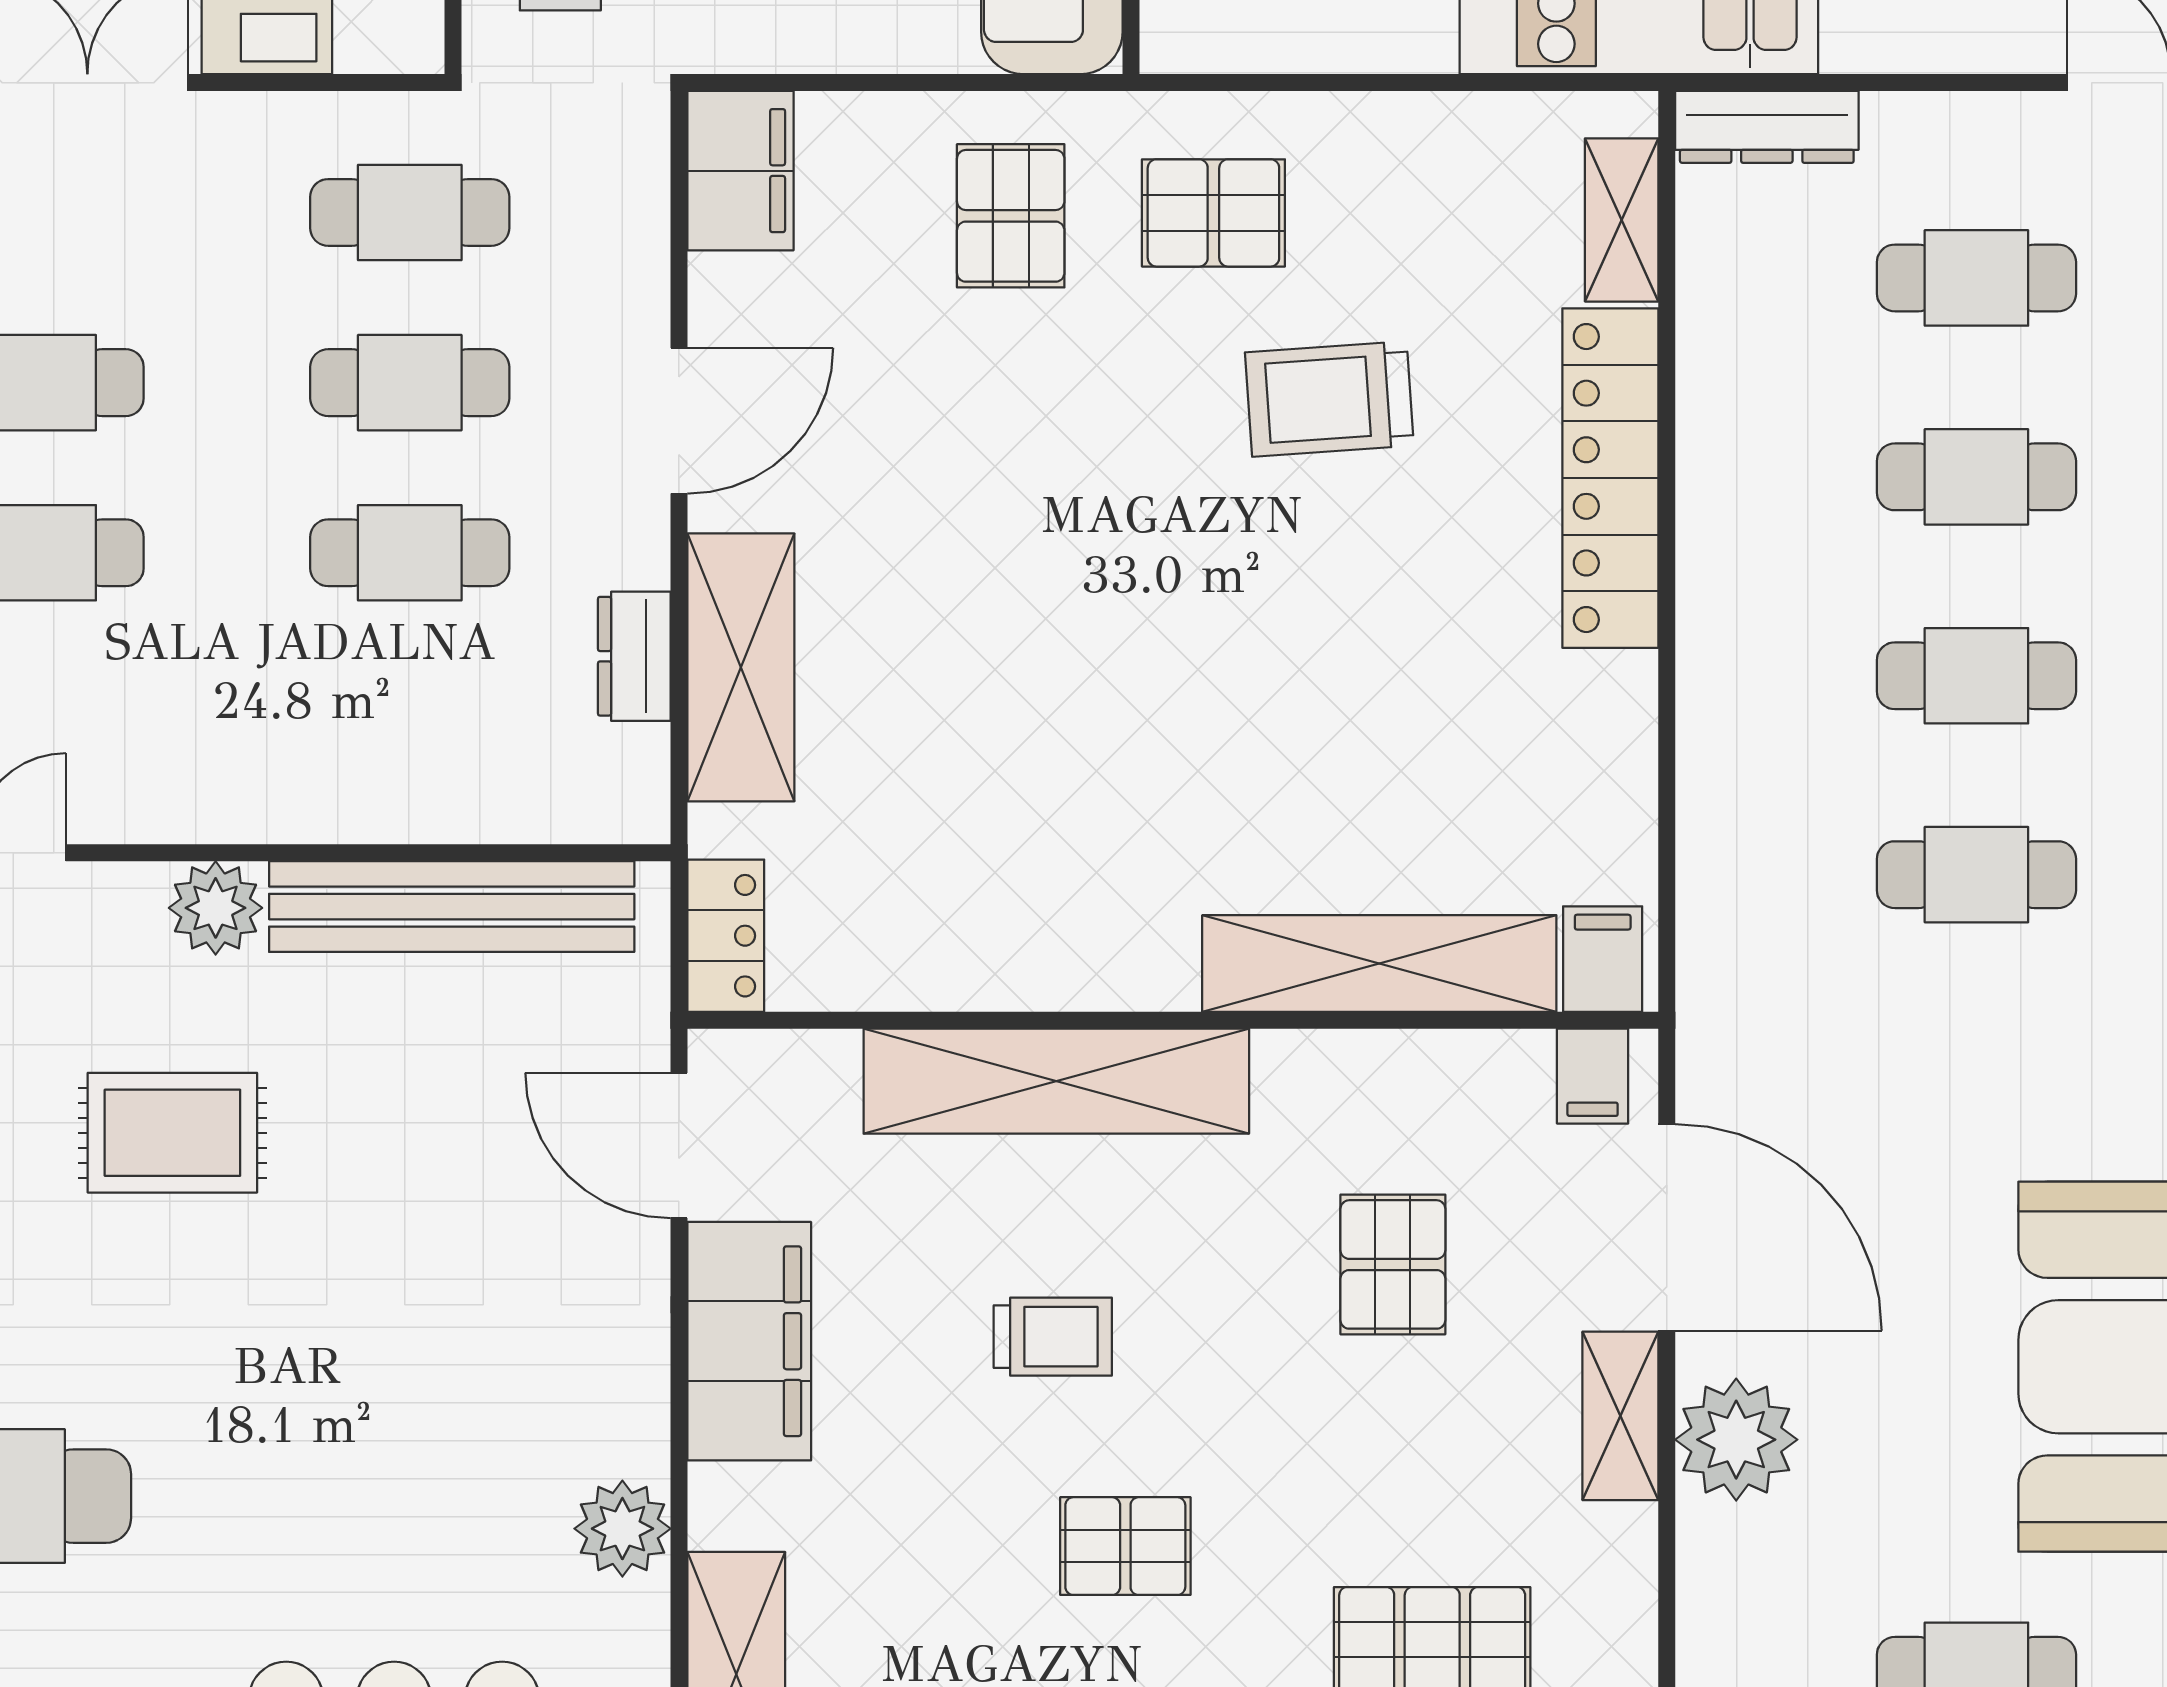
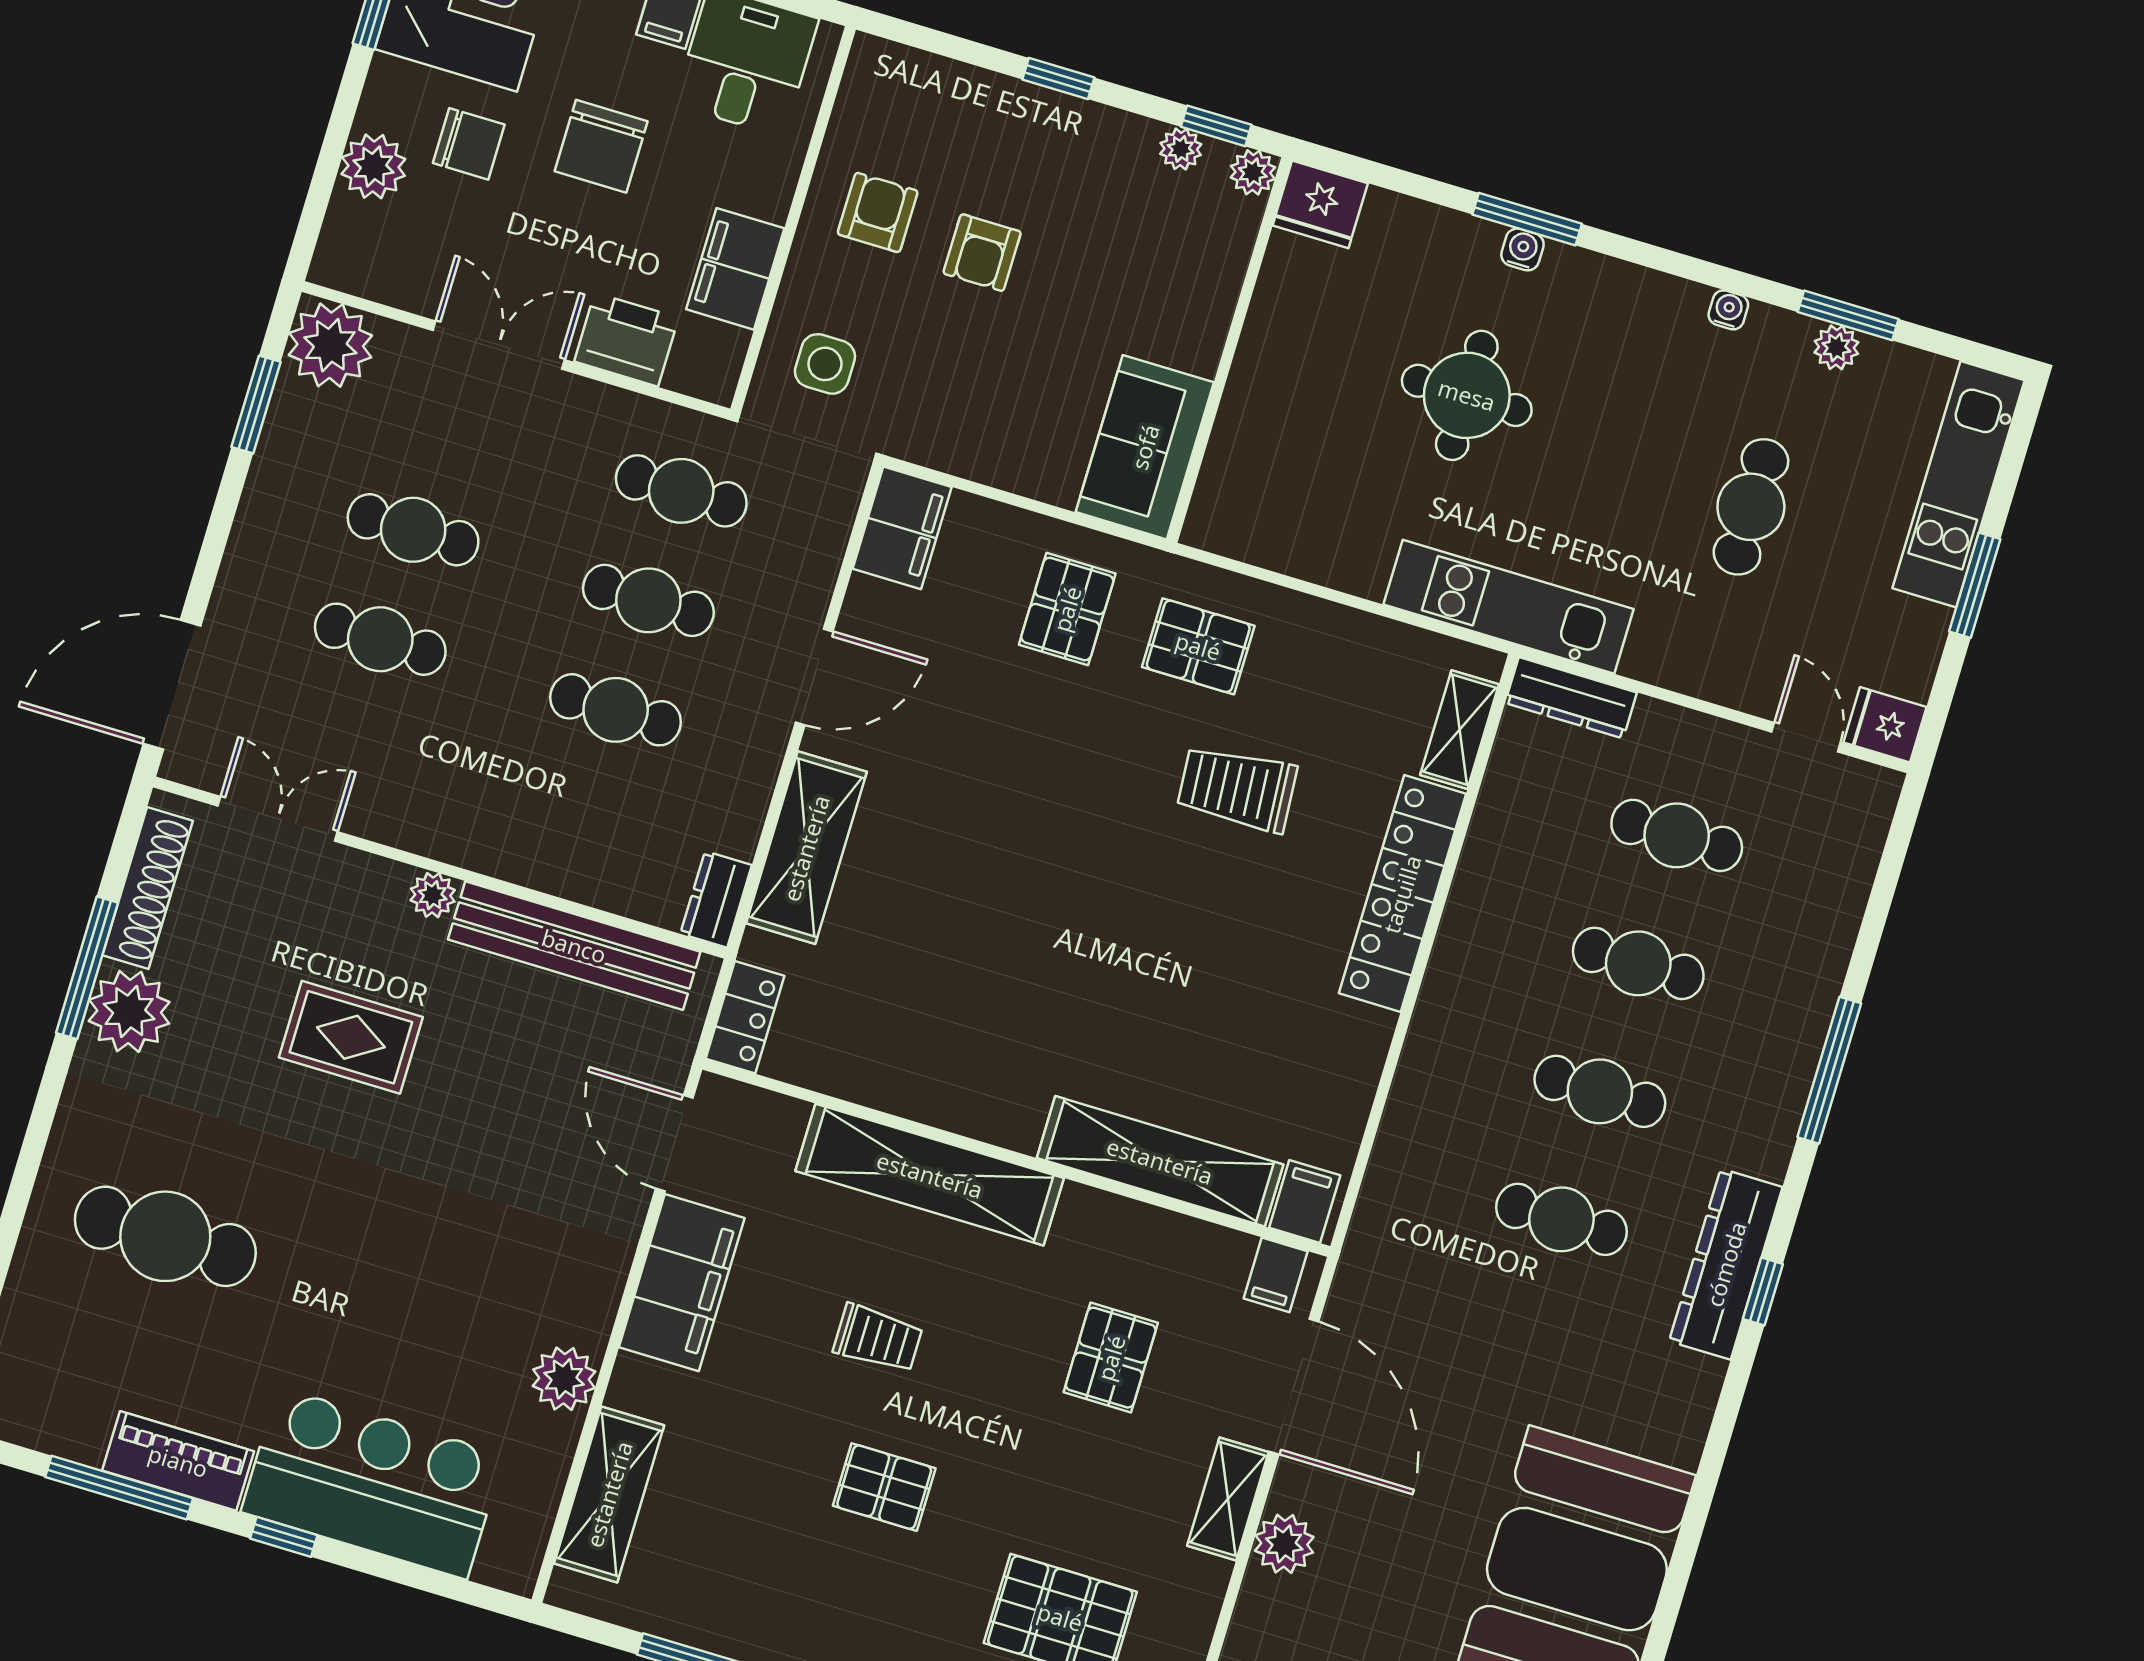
dresser: (634, 656) -> (716, 899), moved
plant: (216, 908) -> (433, 895), width x0.73, depth x0.73
plant: (1736, 1440) -> (1284, 1544), width x0.73, depth x0.73

